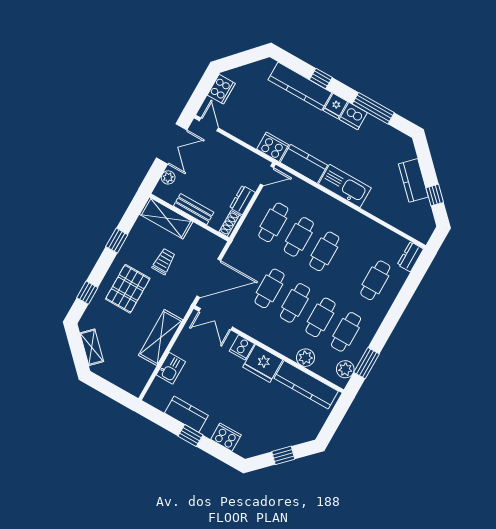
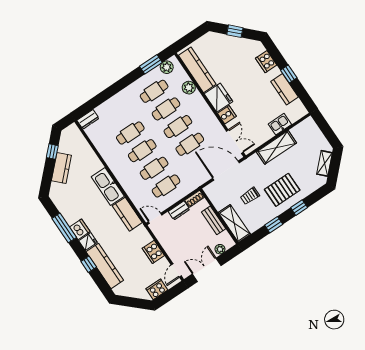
cooker: (273, 147) -> (153, 252), moved
cafe table: (375, 280) -> (130, 133), moved
window: (87, 293) -> (299, 208), moved

